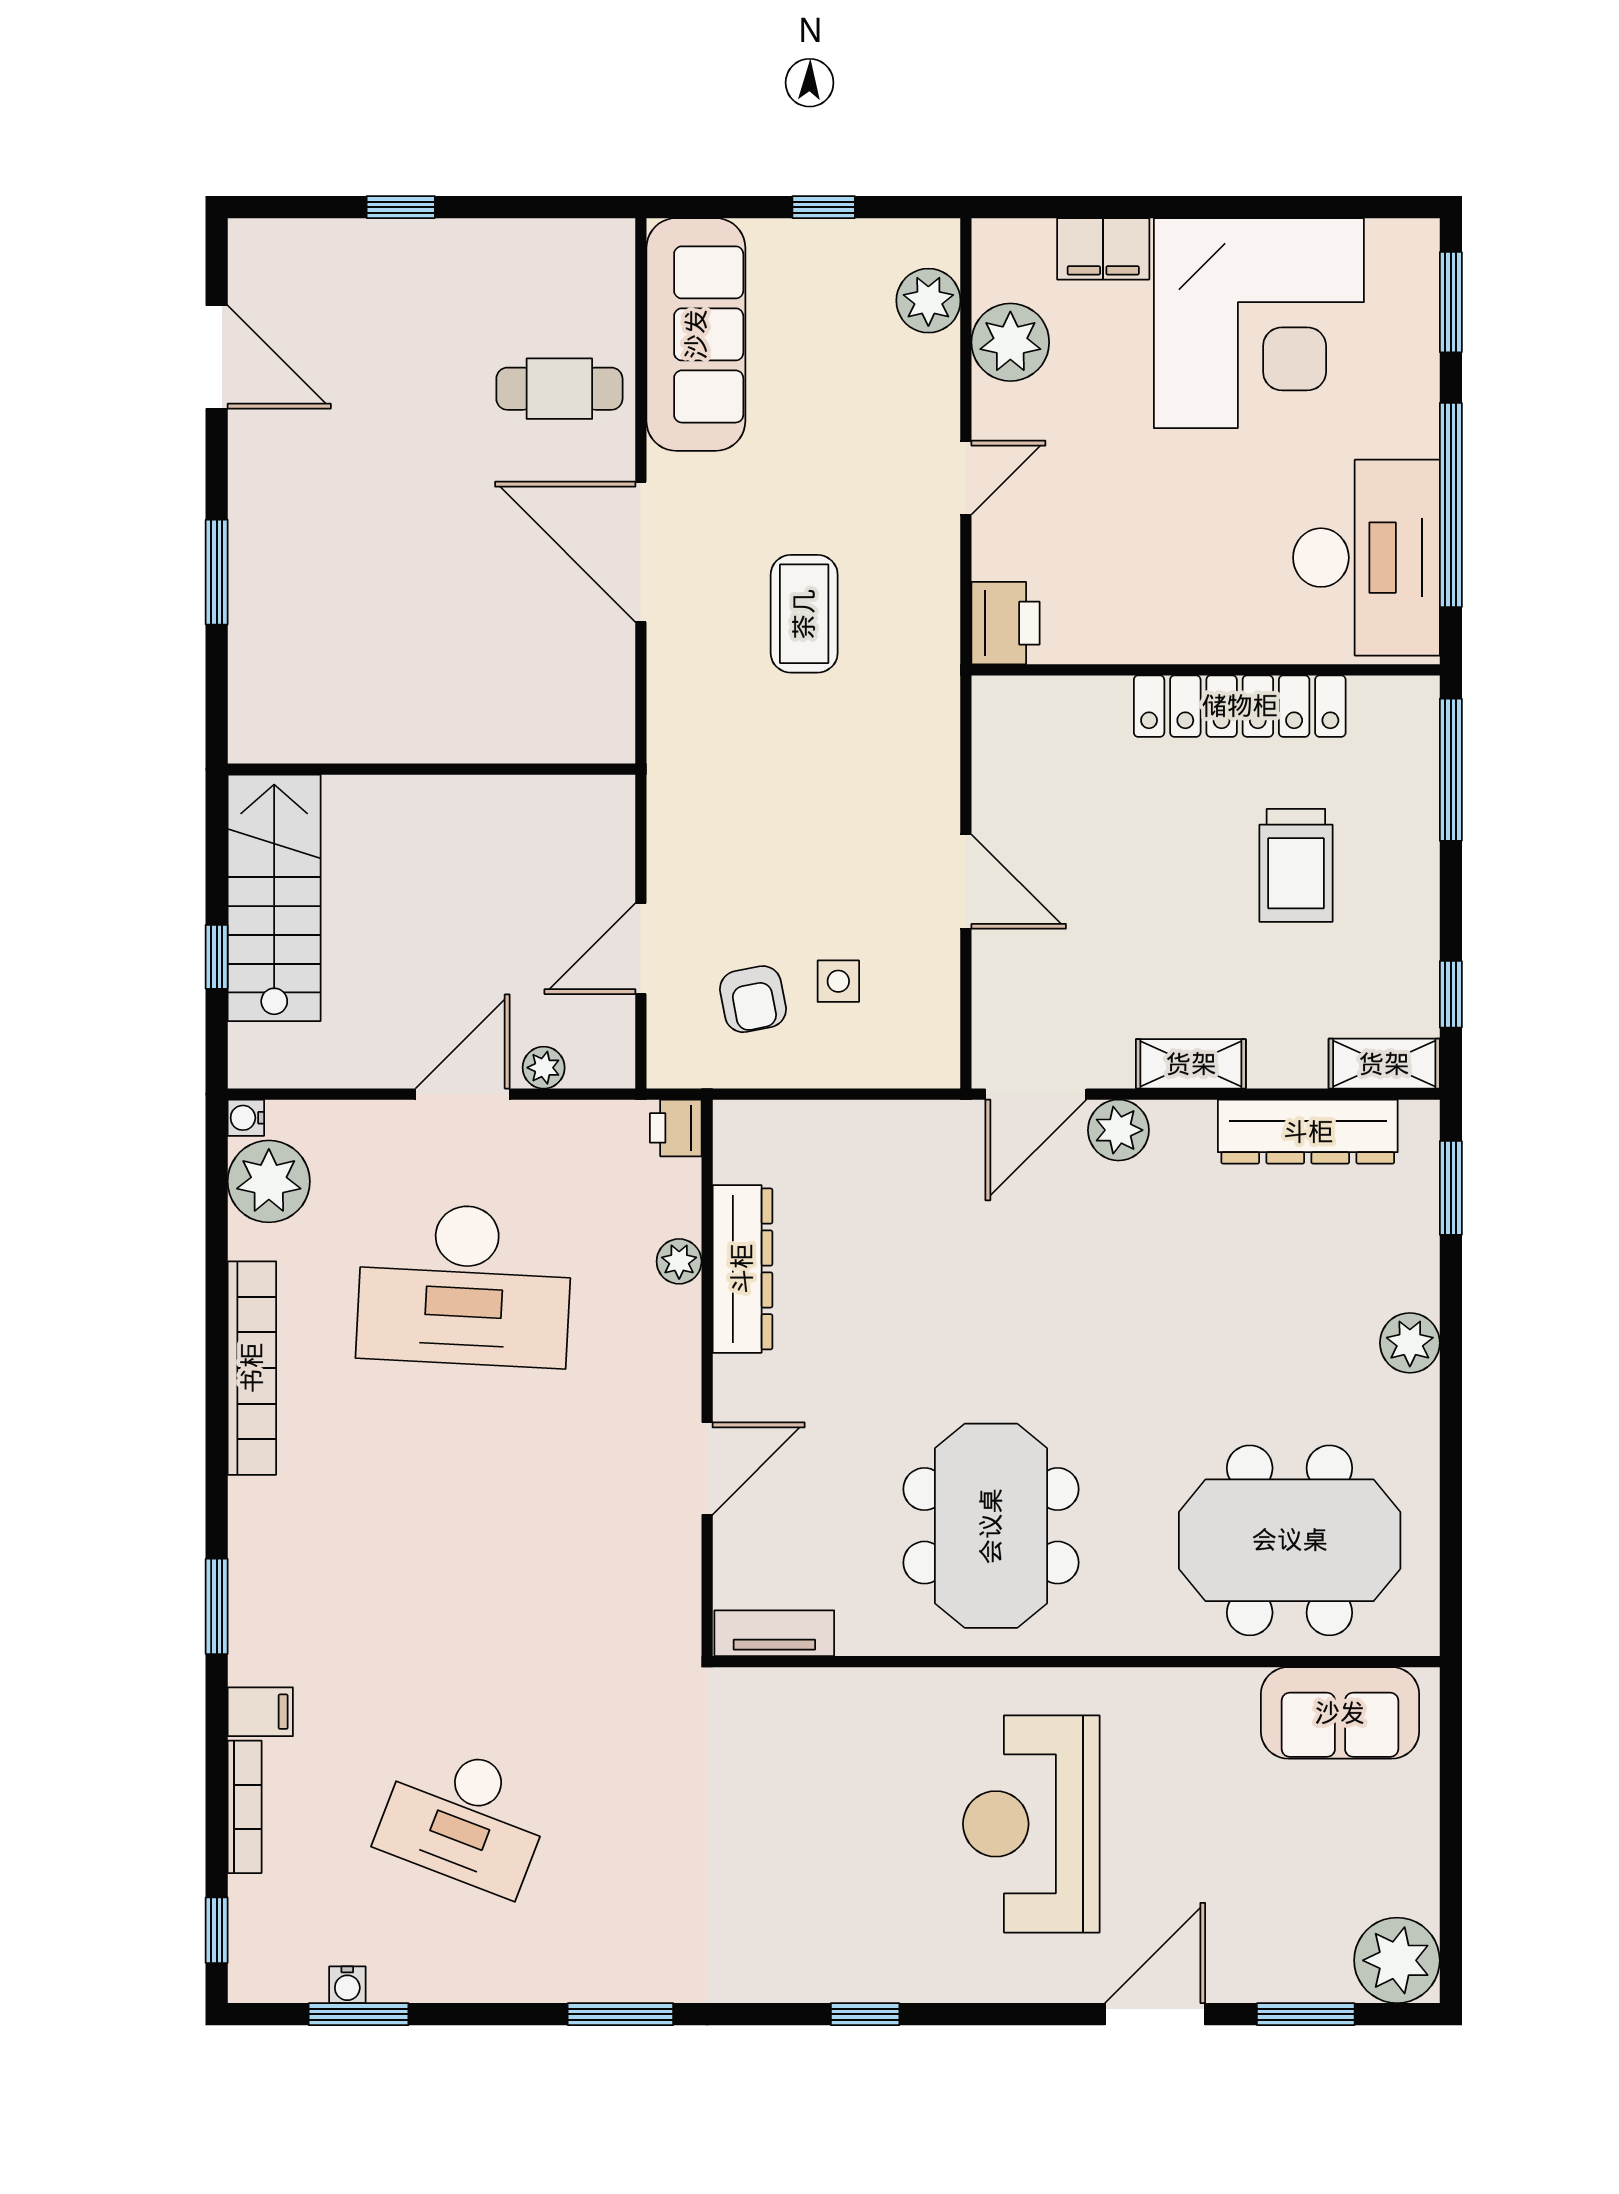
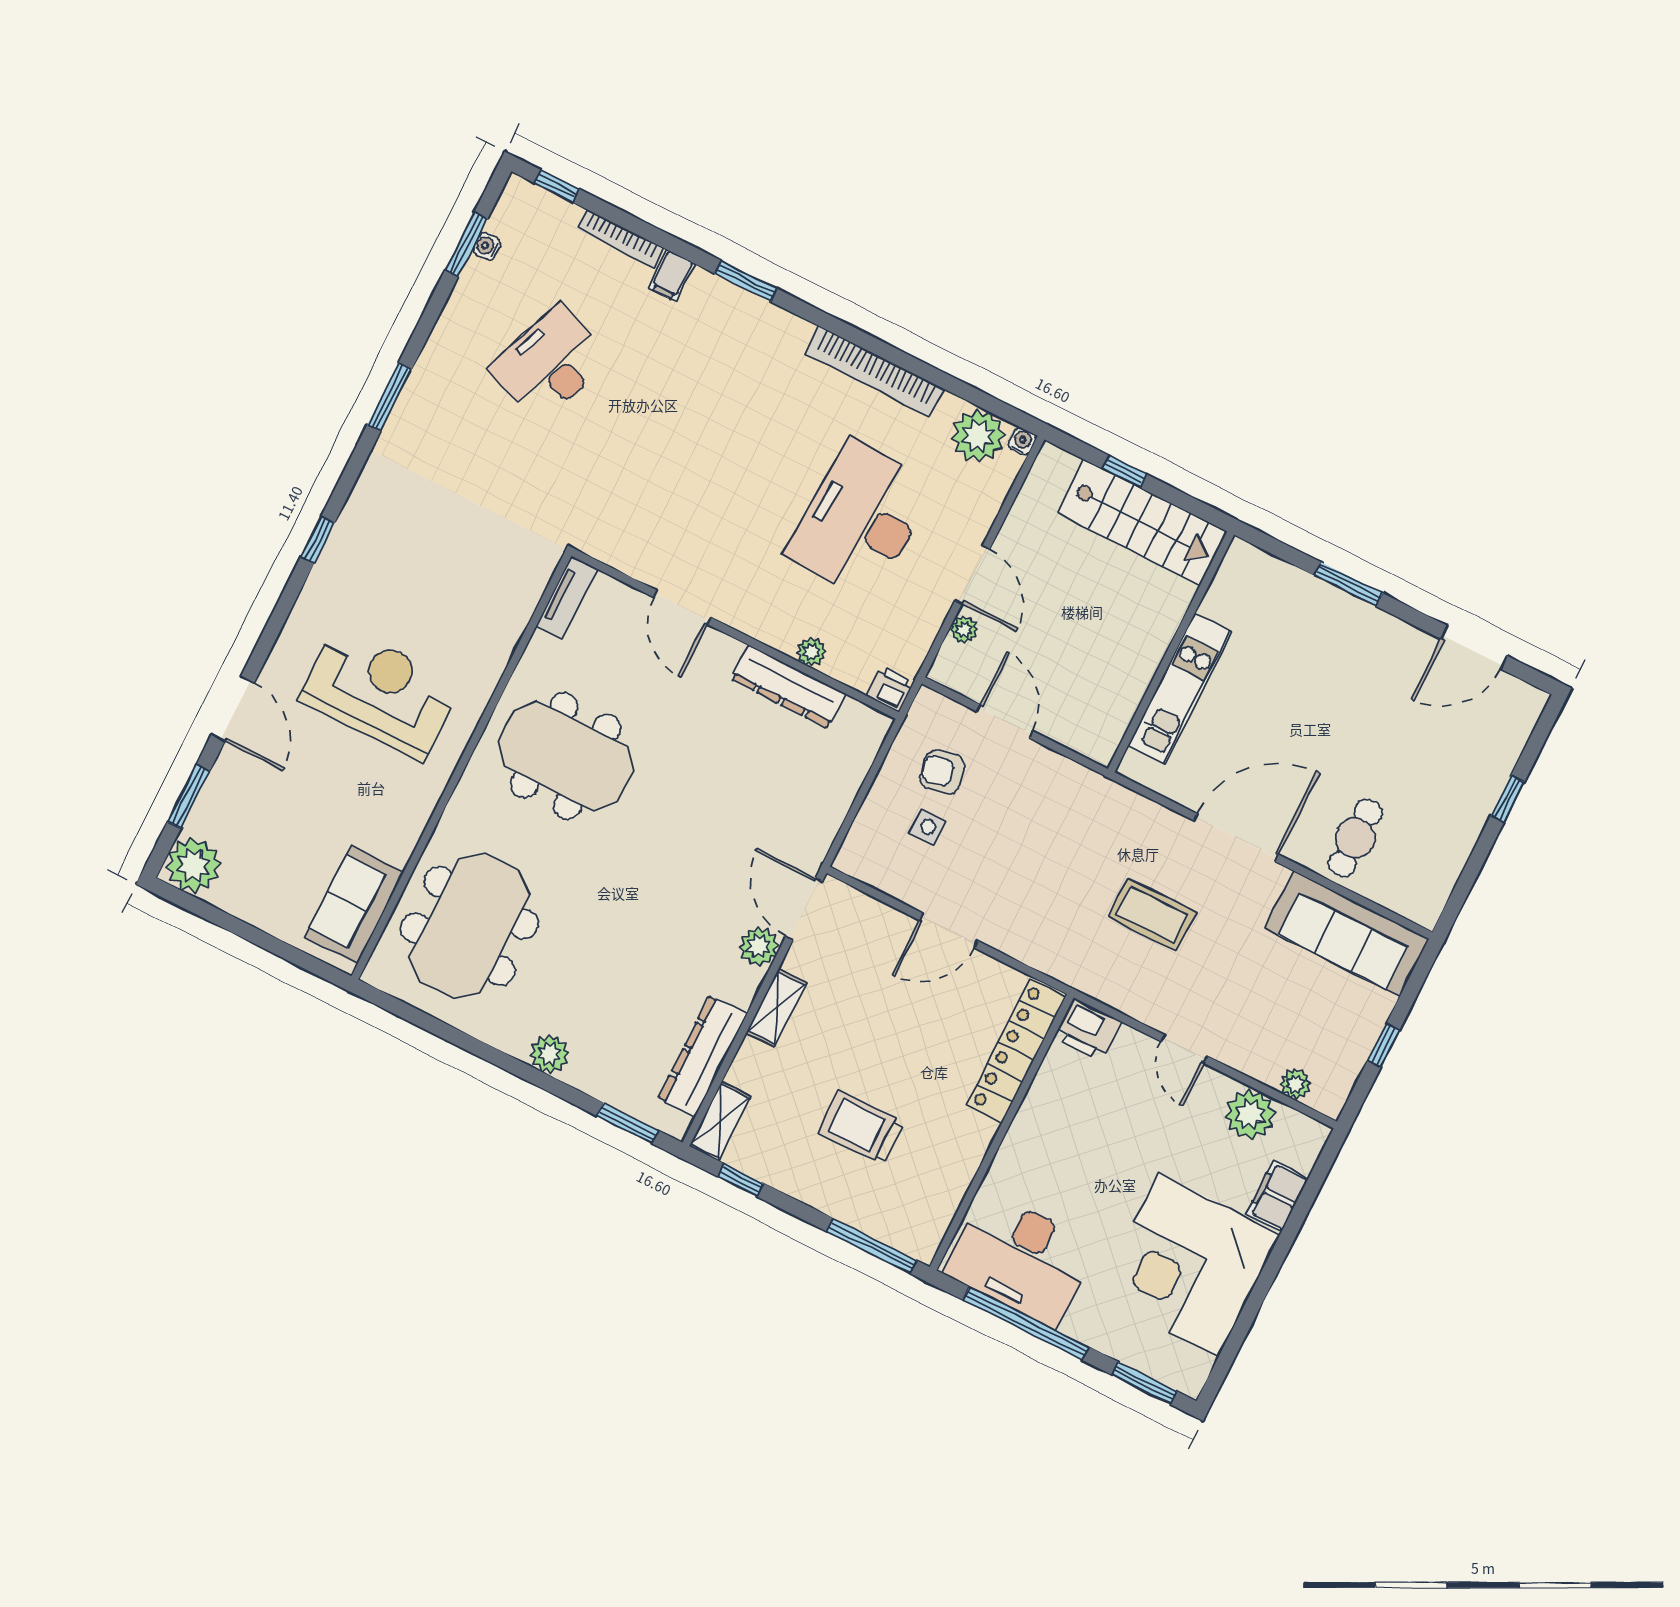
plant: (928, 301) -> (1296, 1084), width x0.73, depth x0.73
locker: (1240, 706) -> (1016, 1051), moved
kitchen unit: (476, 731) -> (1180, 689), added

